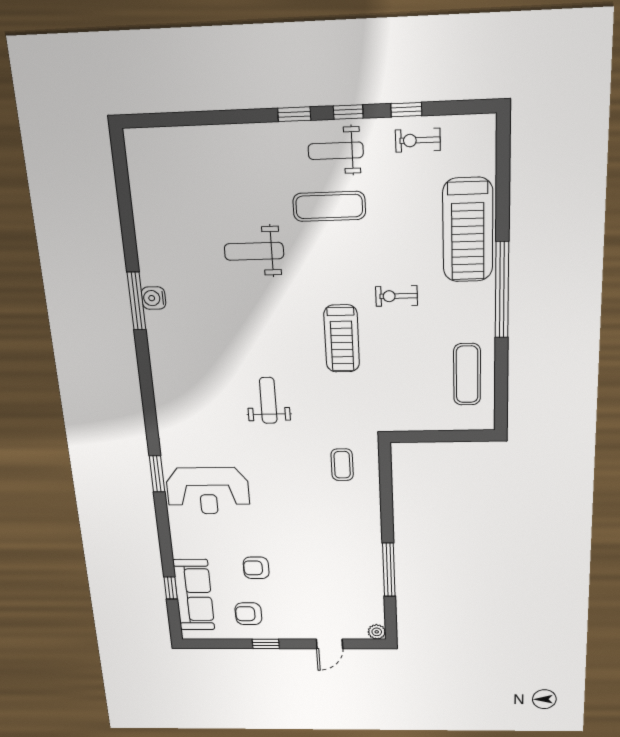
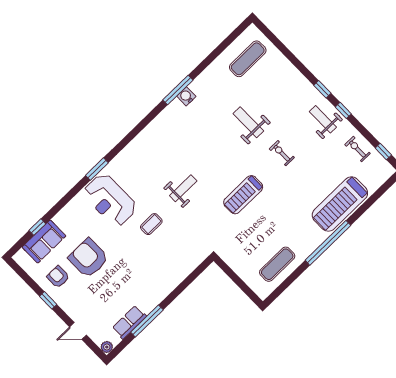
window: (406, 110) -> (383, 152), moved
exercise mat: (329, 206) -> (248, 59), moved, turned 90
exercise bike: (397, 296) -> (282, 153), moved
coffee table: (342, 465) -> (151, 224), moved
armchair: (256, 568) -> (88, 258), width x1.88, depth x1.88
row of seats: (372, 588) -> (129, 322), added
sofa: (194, 595) -> (44, 242), width x0.73

